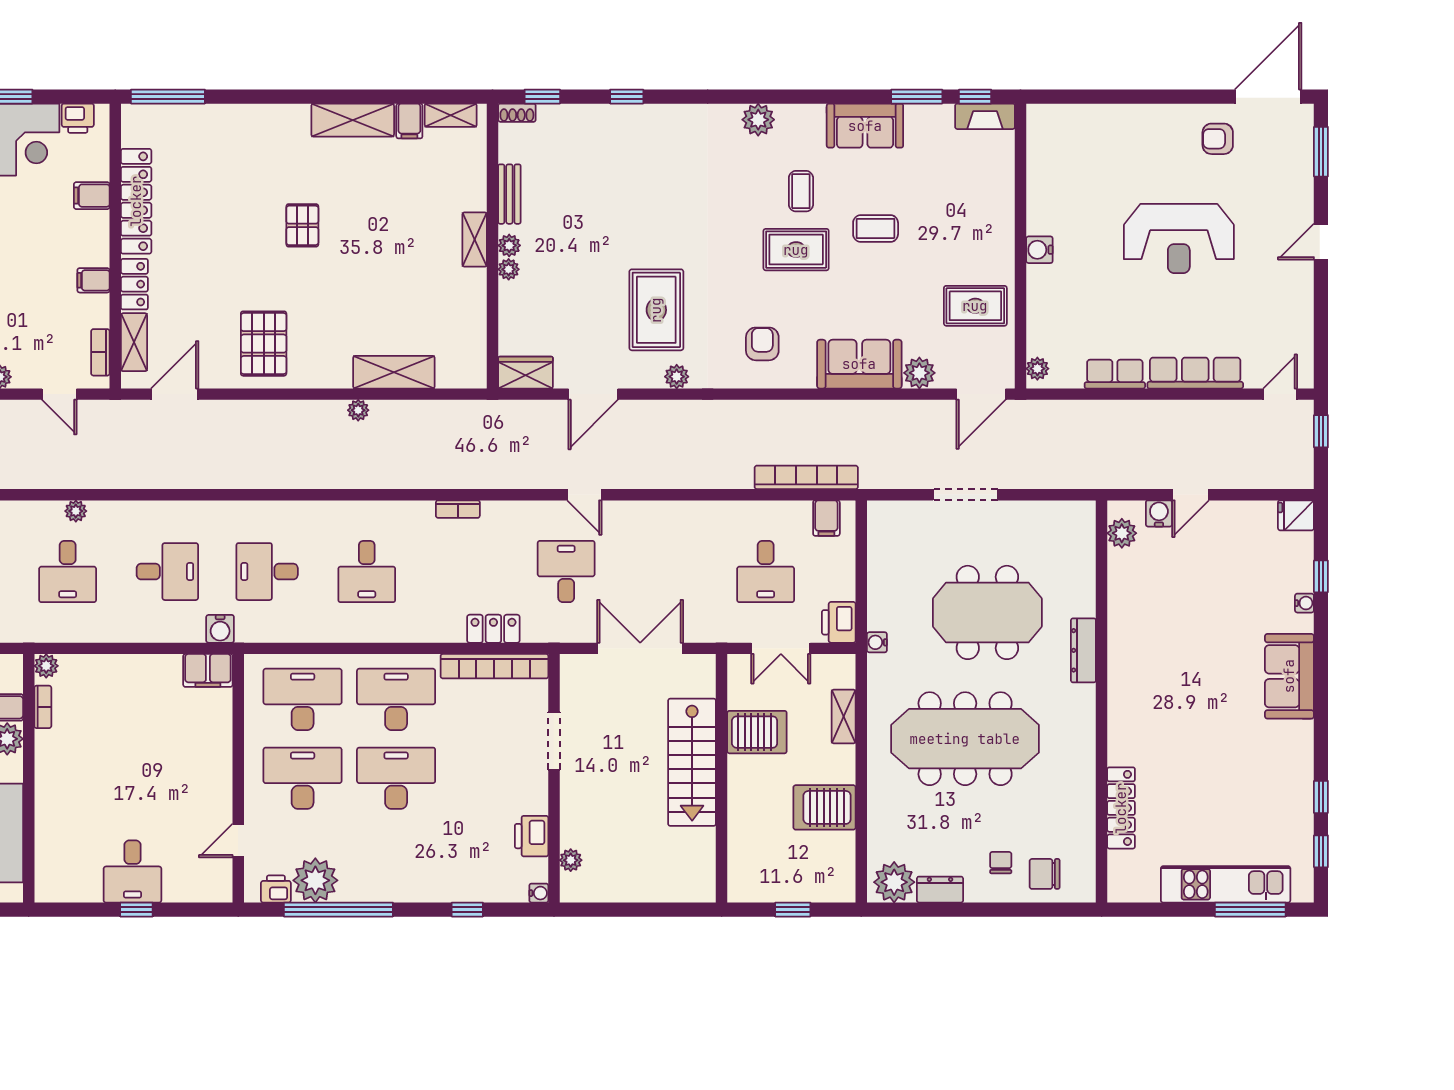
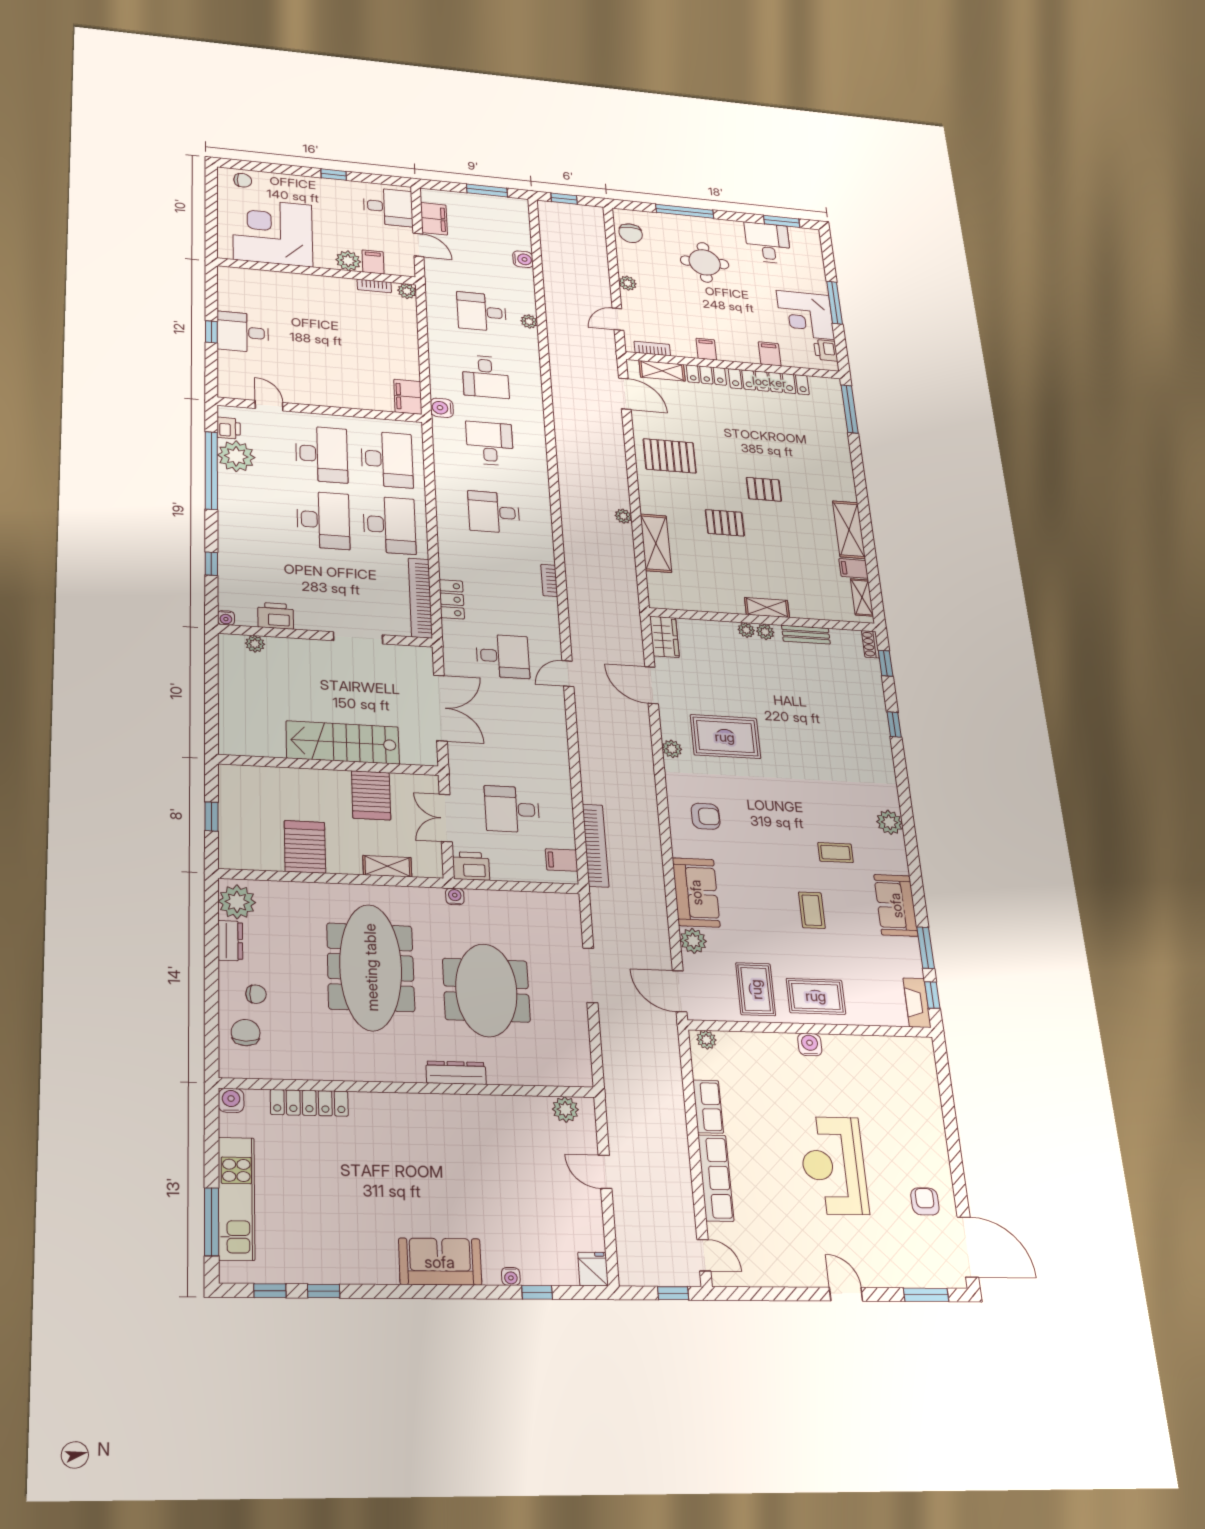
rug: (796, 250) -> (816, 996), moved, turned 90
pallet: (357, 281) -> (725, 523), added
water cooler: (1159, 513) -> (231, 1100), moved, turned -90

